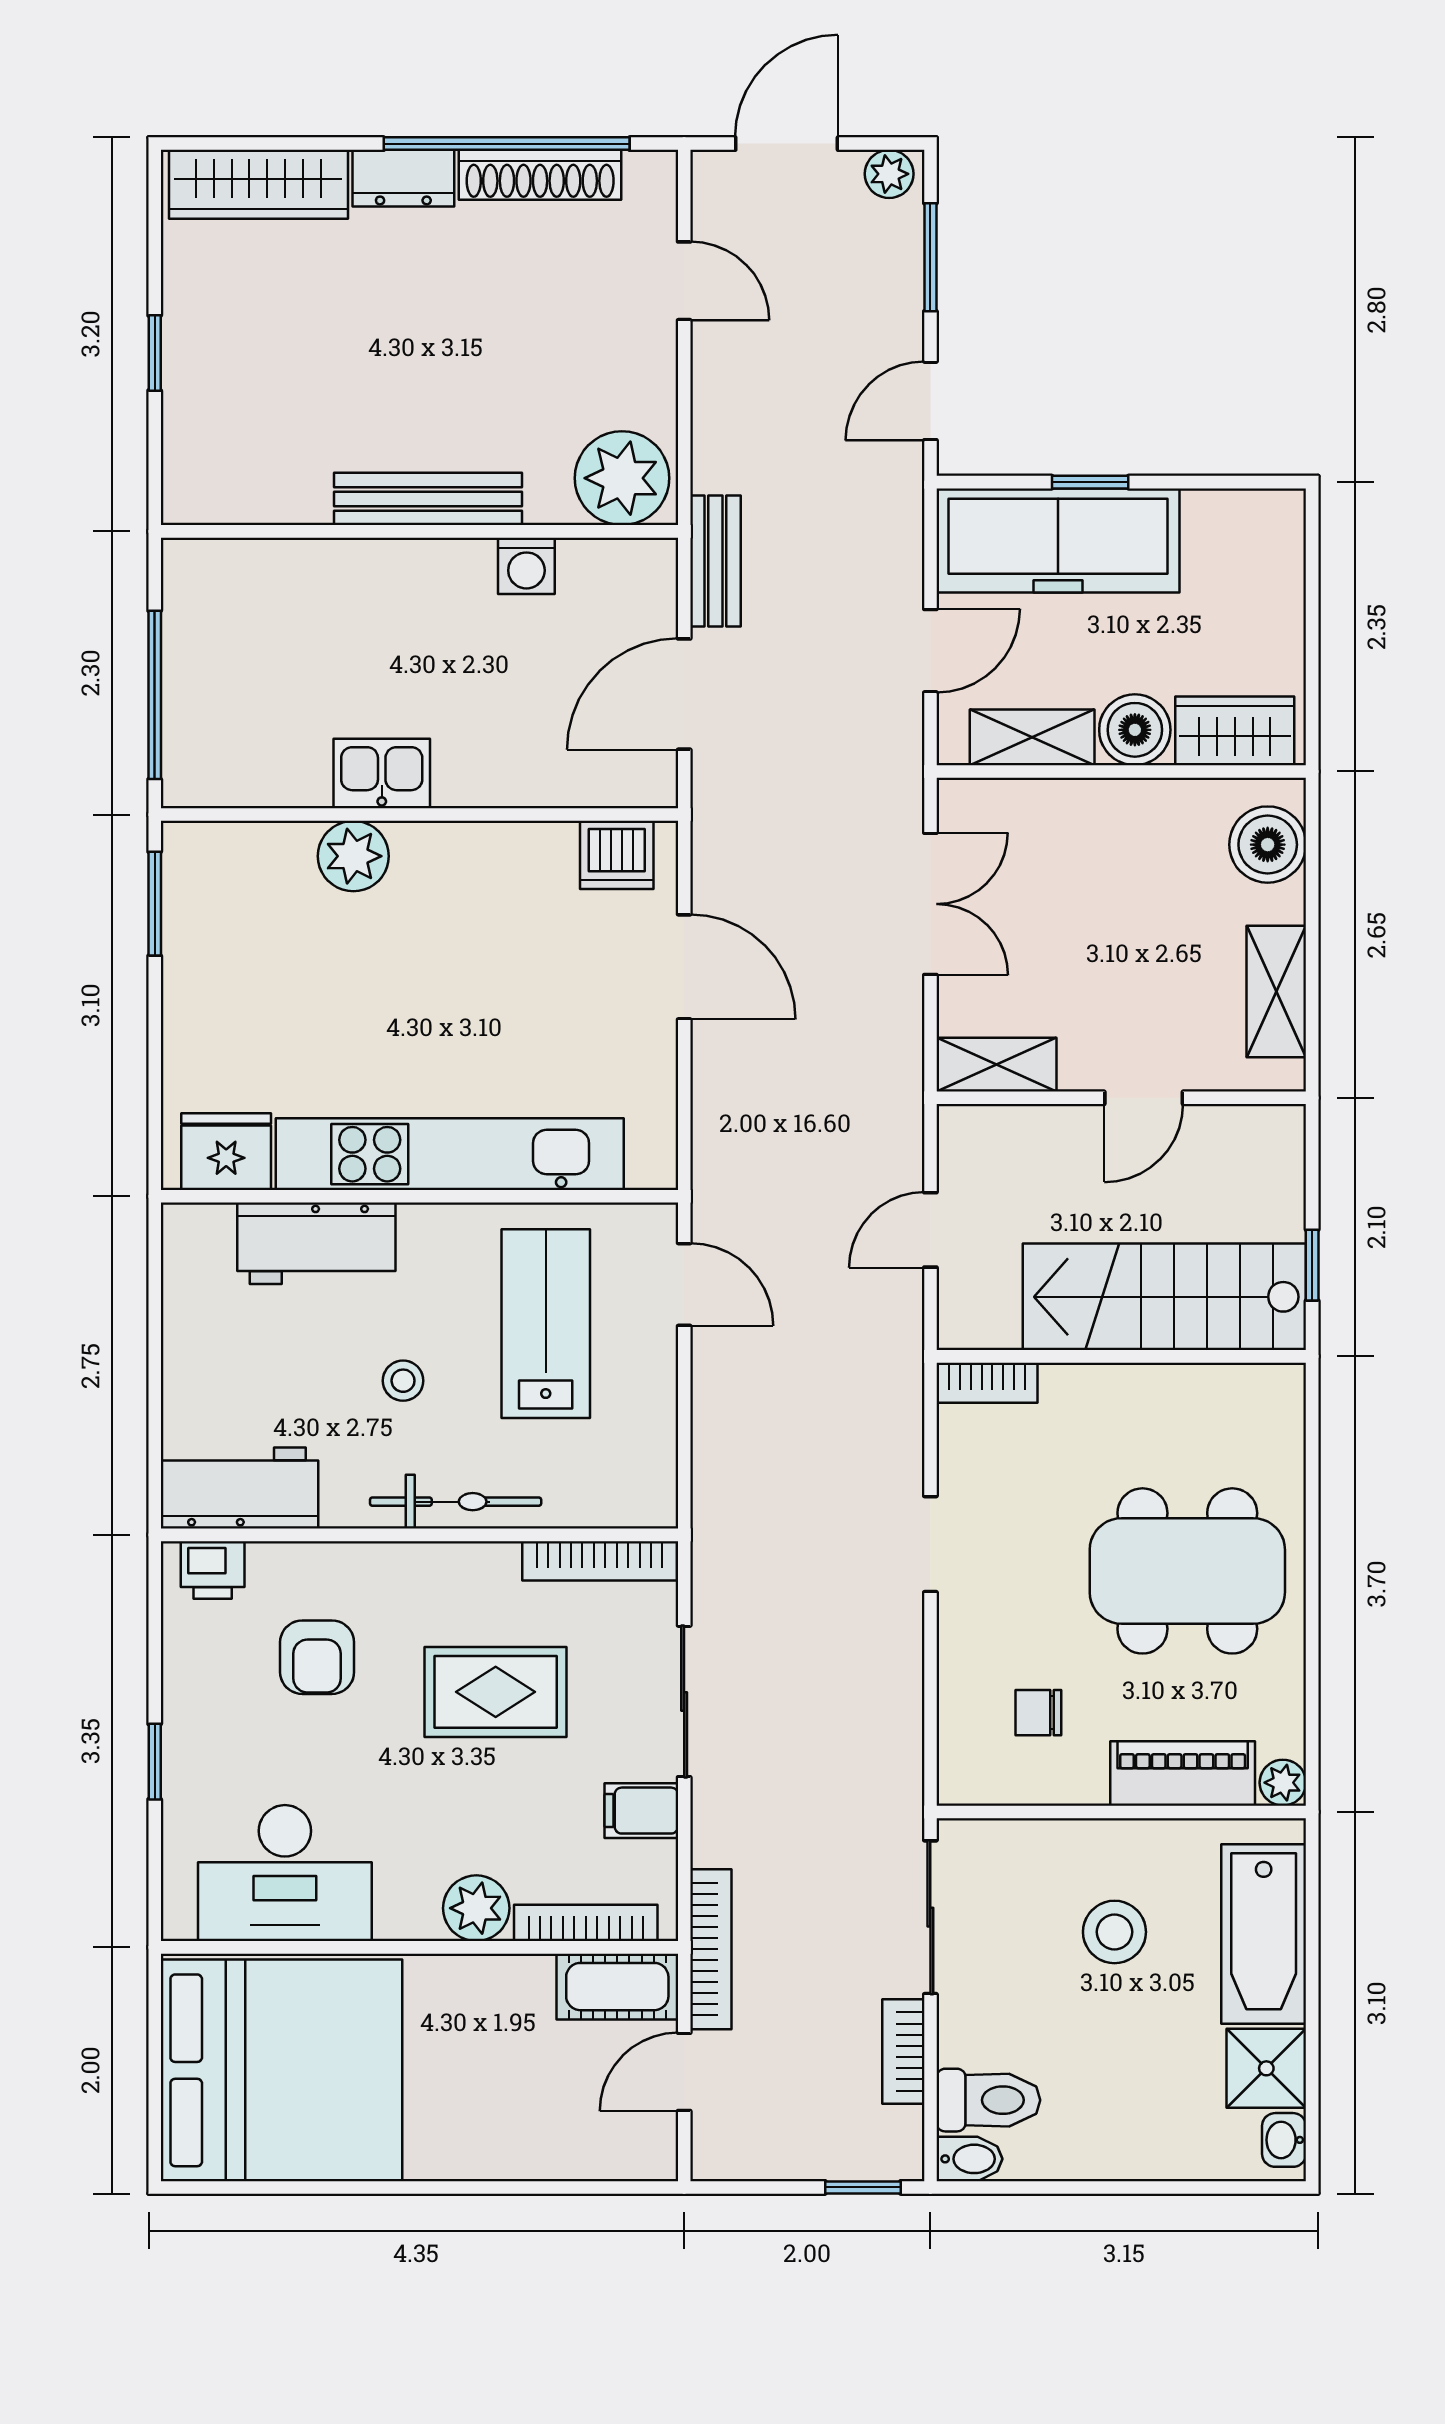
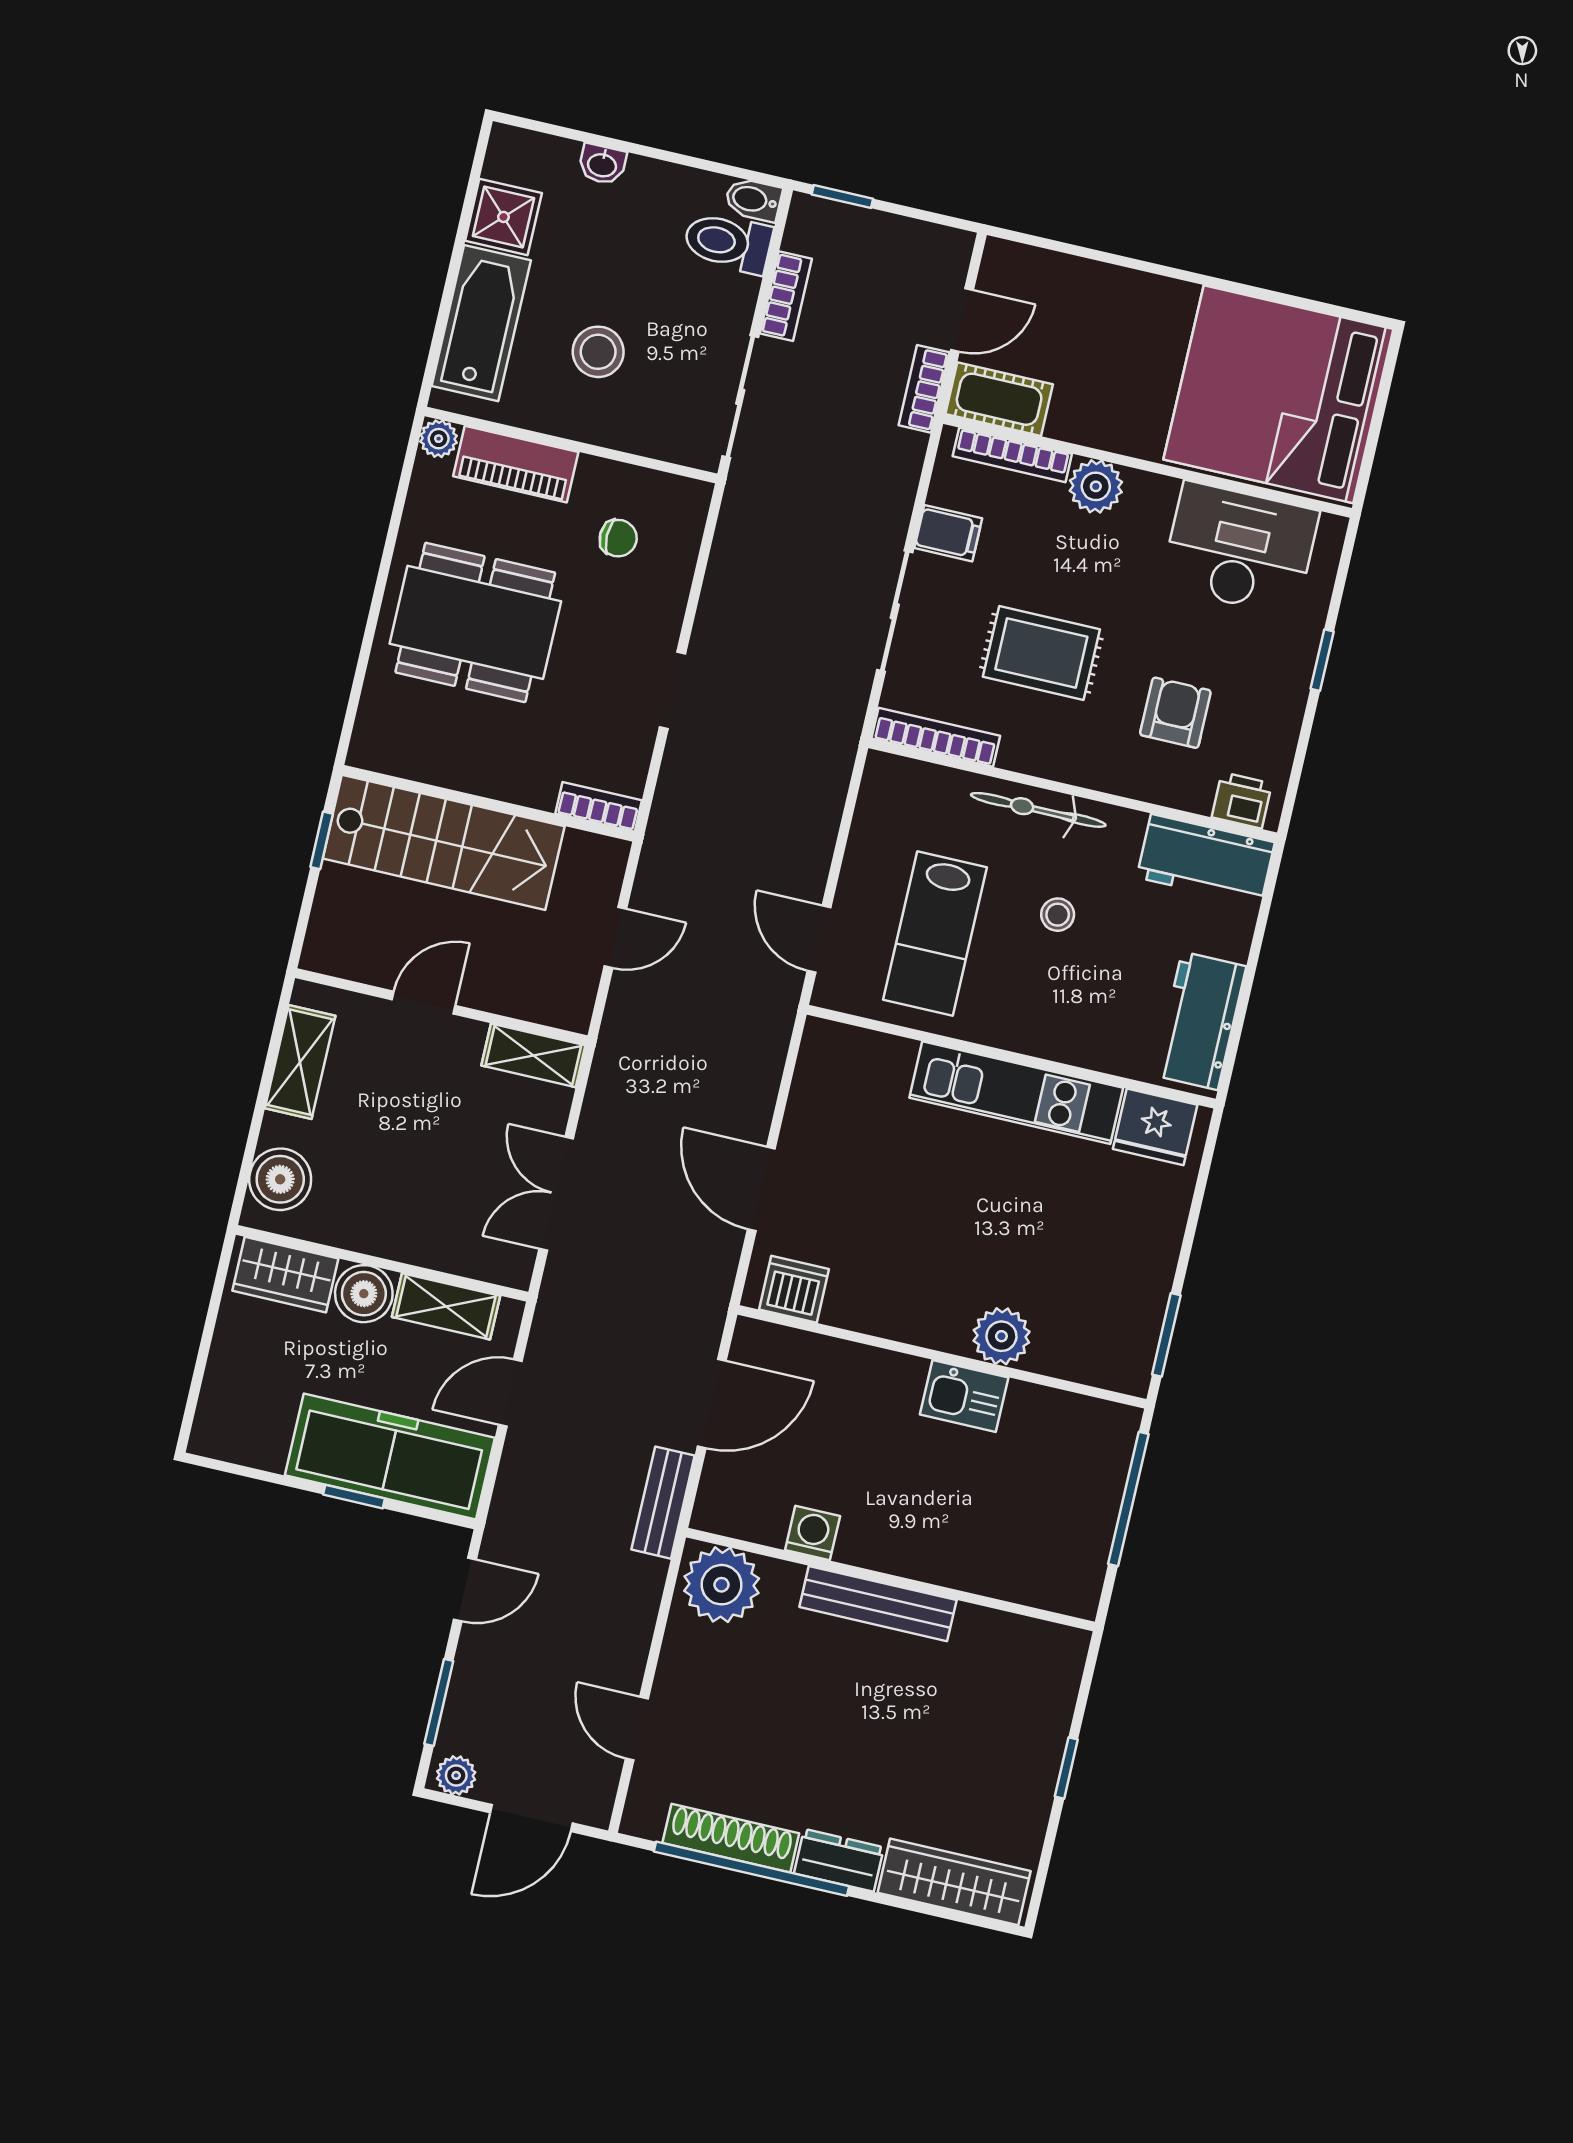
kitchen unit: (450, 1154) -> (1016, 1093), width x0.73
workbench: (316, 1243) -> (1200, 1021), moved, turned -90
bookcase: (711, 1949) -> (924, 389), width x0.64
washbasin: (1284, 2140) -> (602, 164), moved, turned 90

